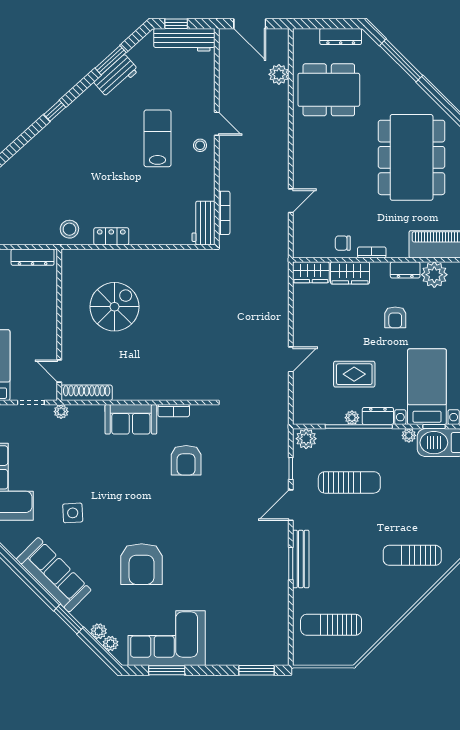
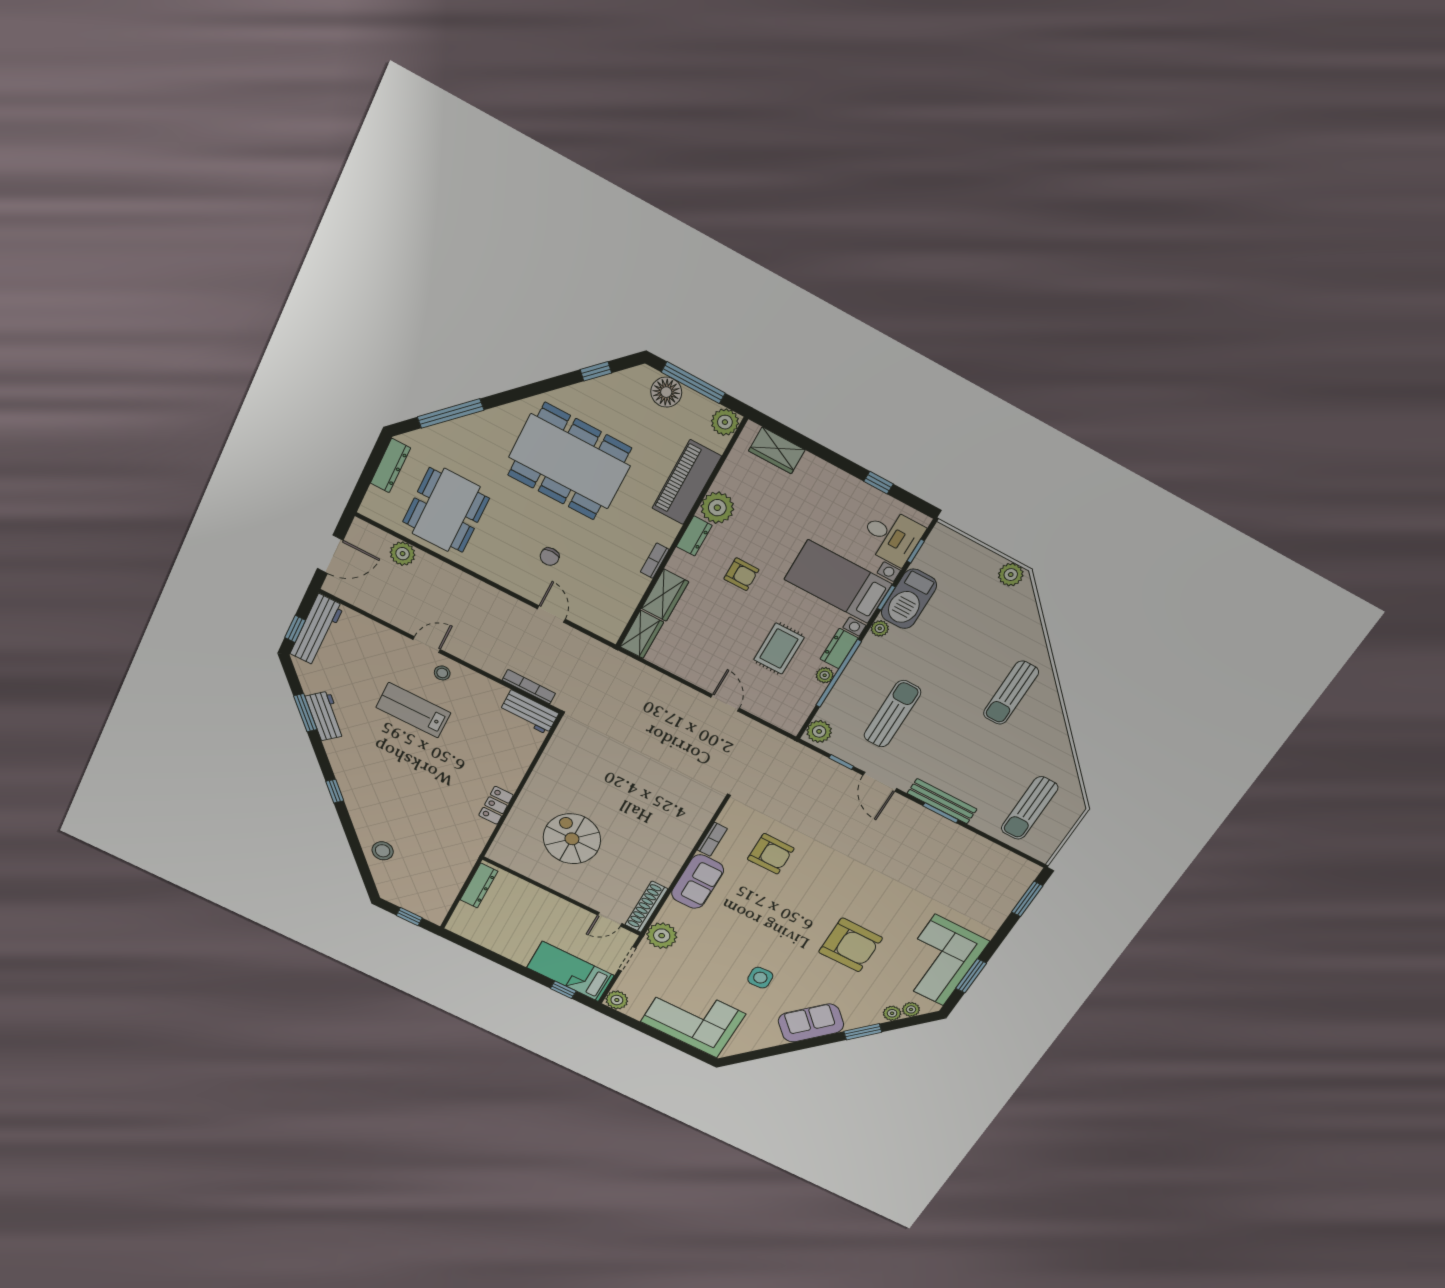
stool: (69, 229) -> (383, 851), moved
chair: (343, 243) -> (550, 557), moved
plant: (61, 412) -> (662, 936), width x1.88, depth x1.88
sofa: (54, 575) -> (811, 1023), width x0.73

